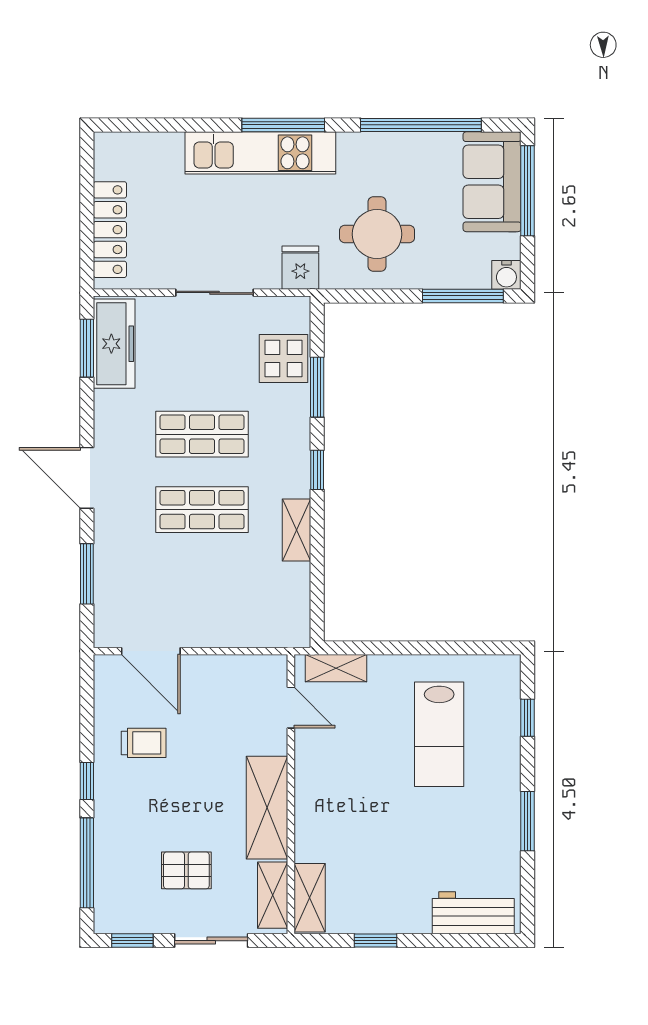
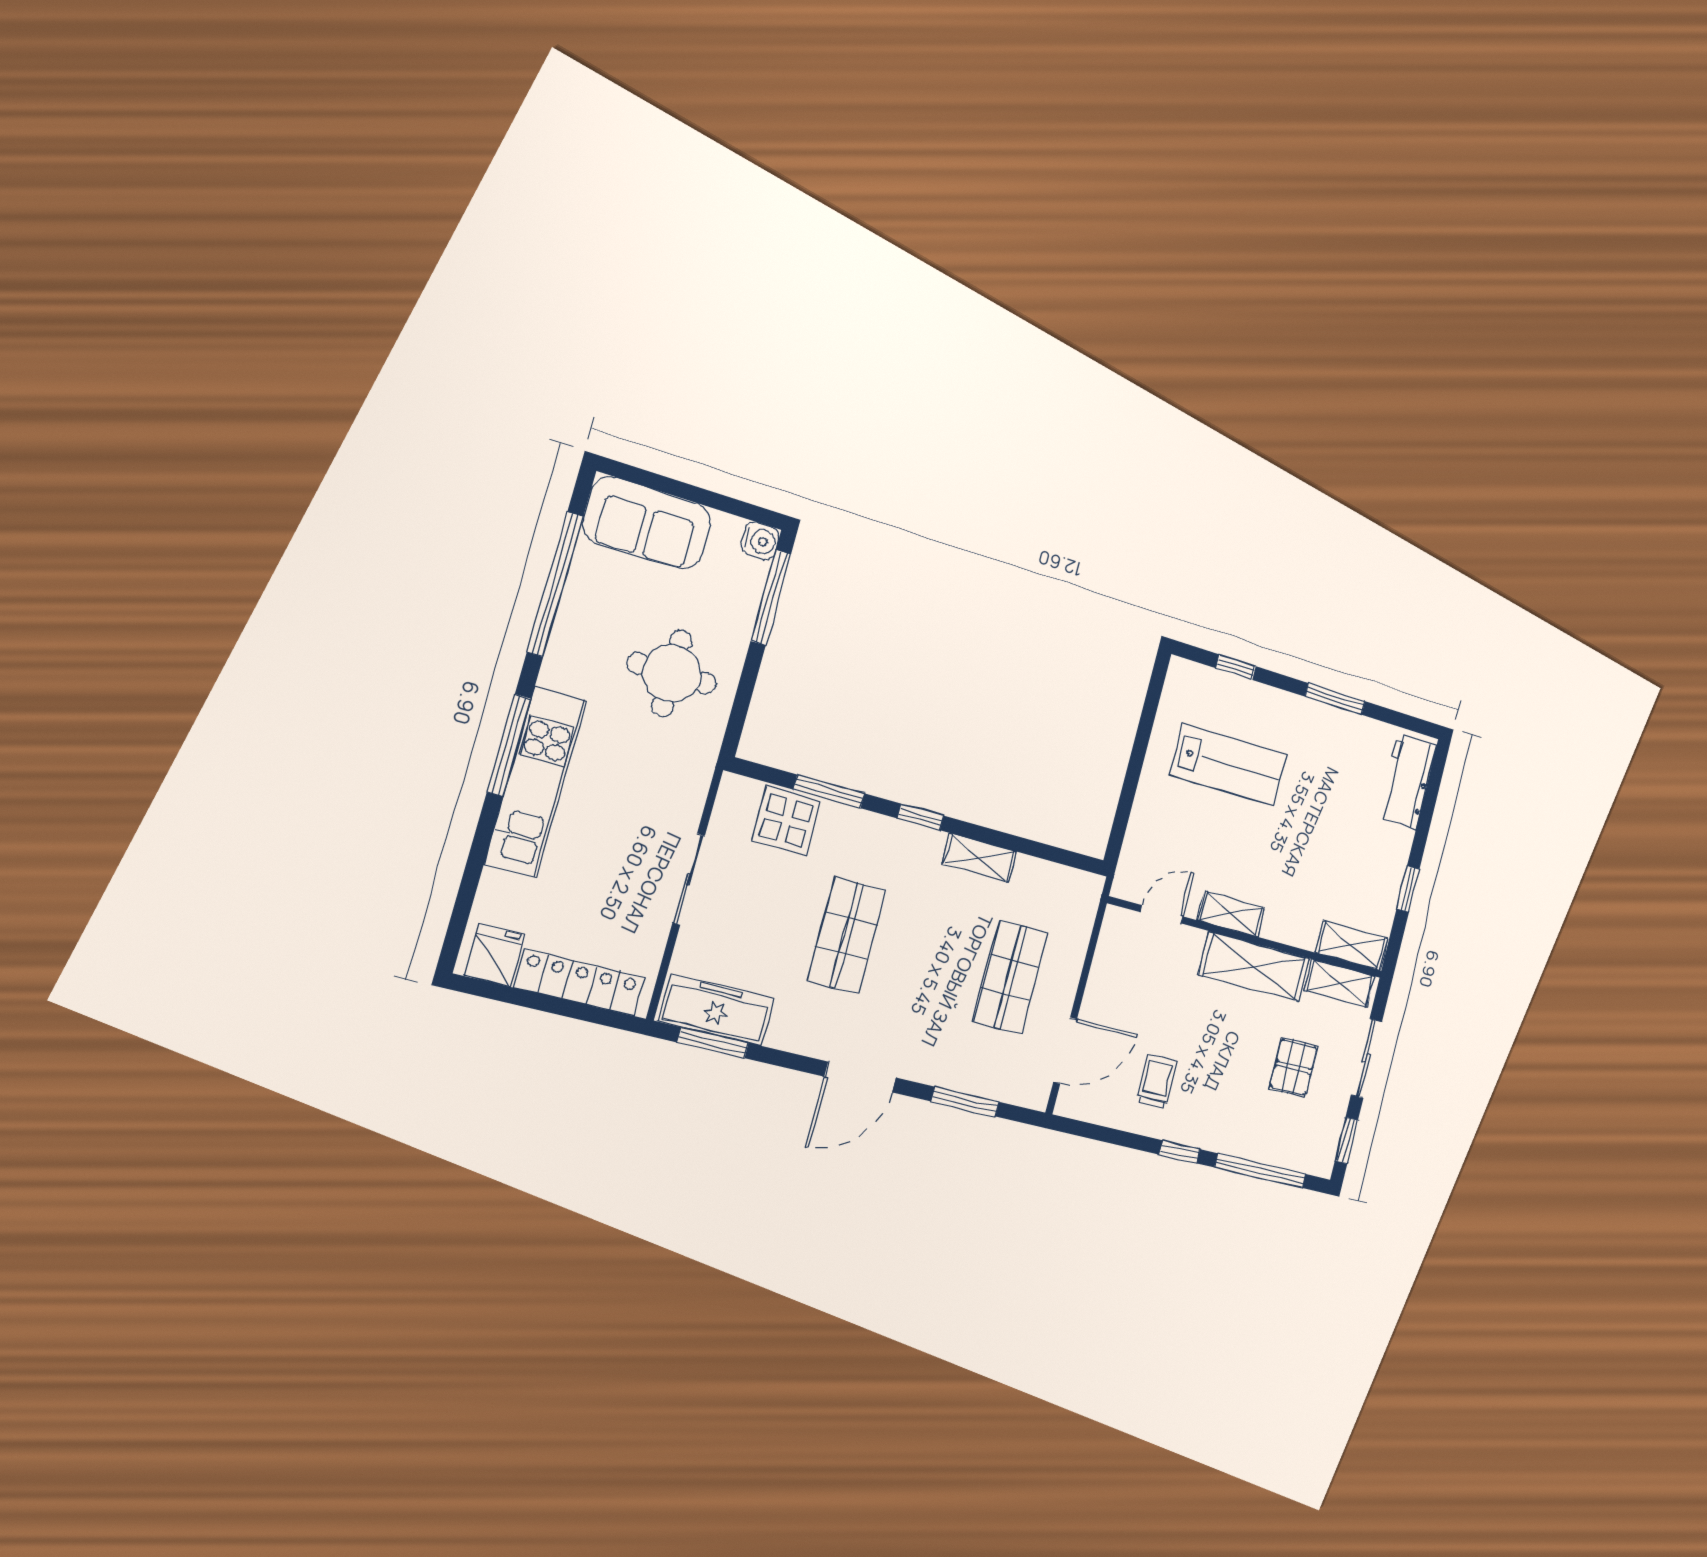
window: (528, 191) -> (669, 486), removed
fridge: (300, 268) -> (494, 955), moved, turned 90
shop shelf: (202, 510) -> (1010, 977), moved
shelving: (336, 668) -> (1231, 914), moved, turned 90

